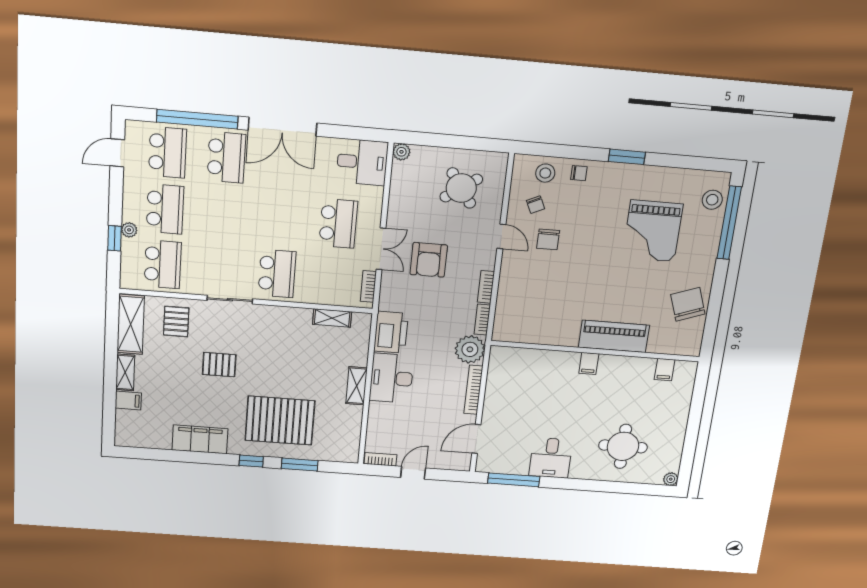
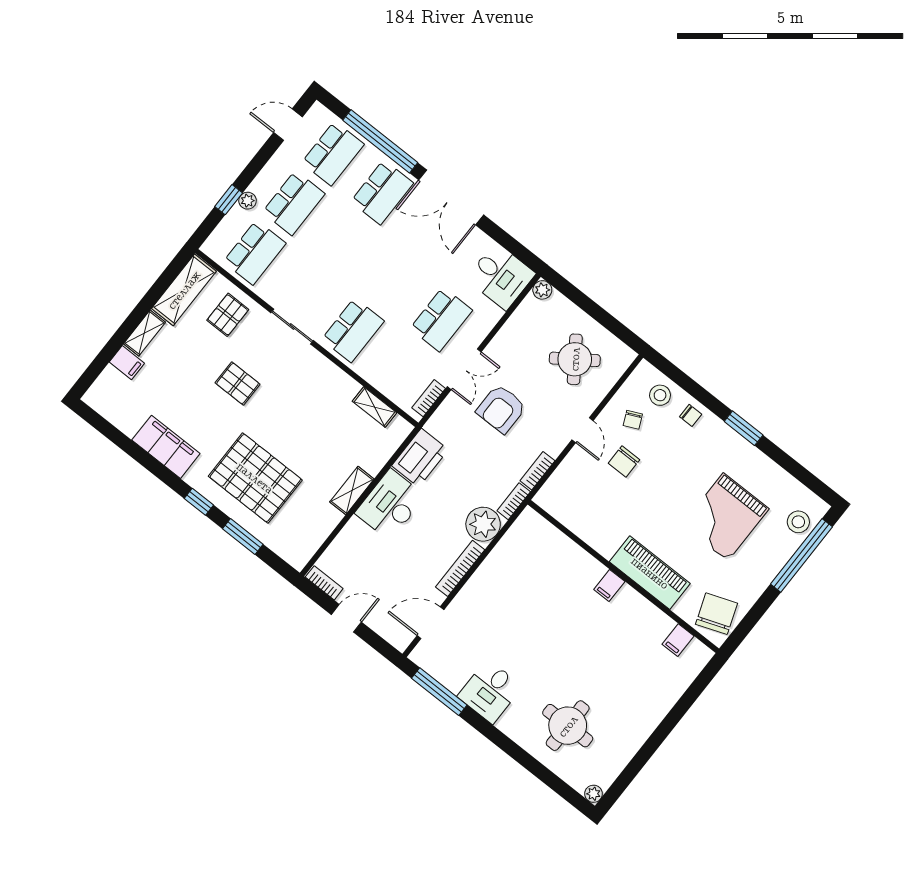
piano: (614, 336) -> (650, 573), moved
wall: (595, 351) -> (623, 577), moved
filing cabinet: (589, 363) -> (609, 586), moved
filing cabinet: (665, 370) -> (678, 640), moved

